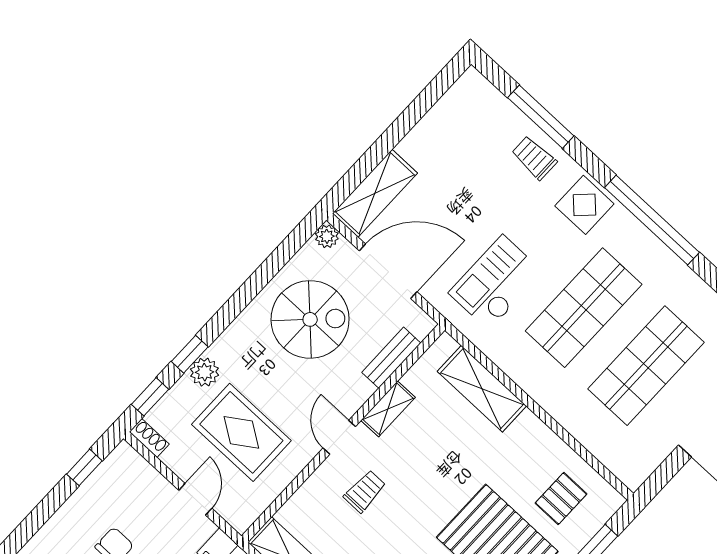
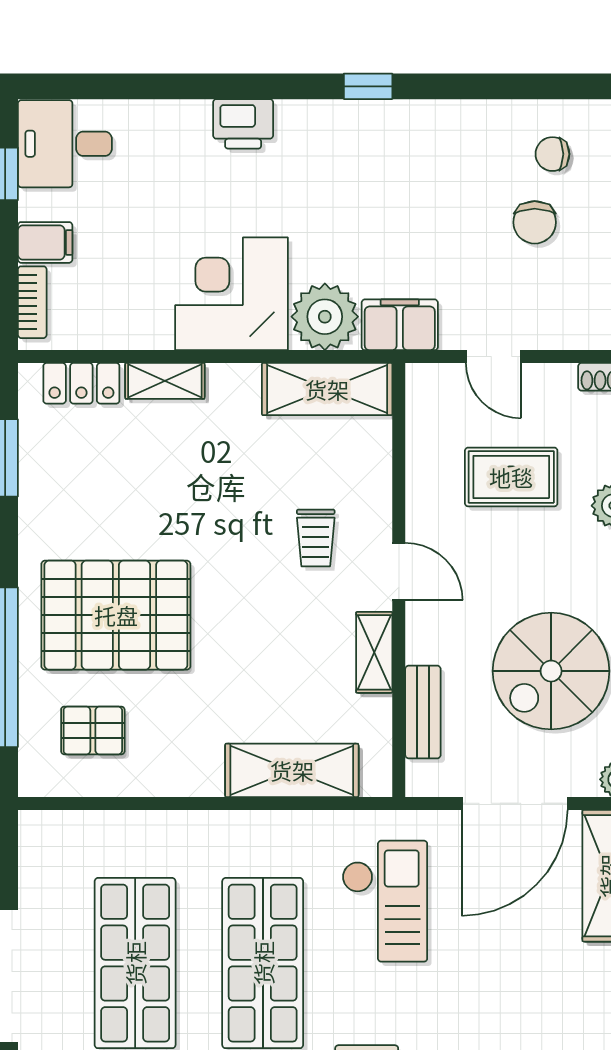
rug: (241, 432) -> (511, 477), width x0.73, depth x0.70
pallet: (561, 499) -> (93, 730), turned 90

